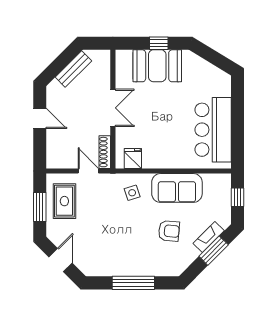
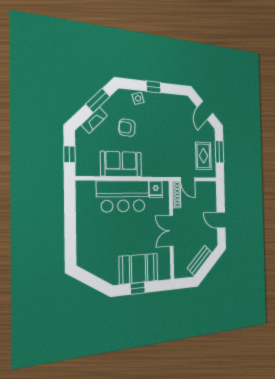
bar counter: (213, 130) -> (123, 196), moved, turned 90
side table: (132, 193) -> (138, 98), moved
window: (214, 251) -> (98, 100), moved
window: (133, 283) -> (154, 87), width x0.46

